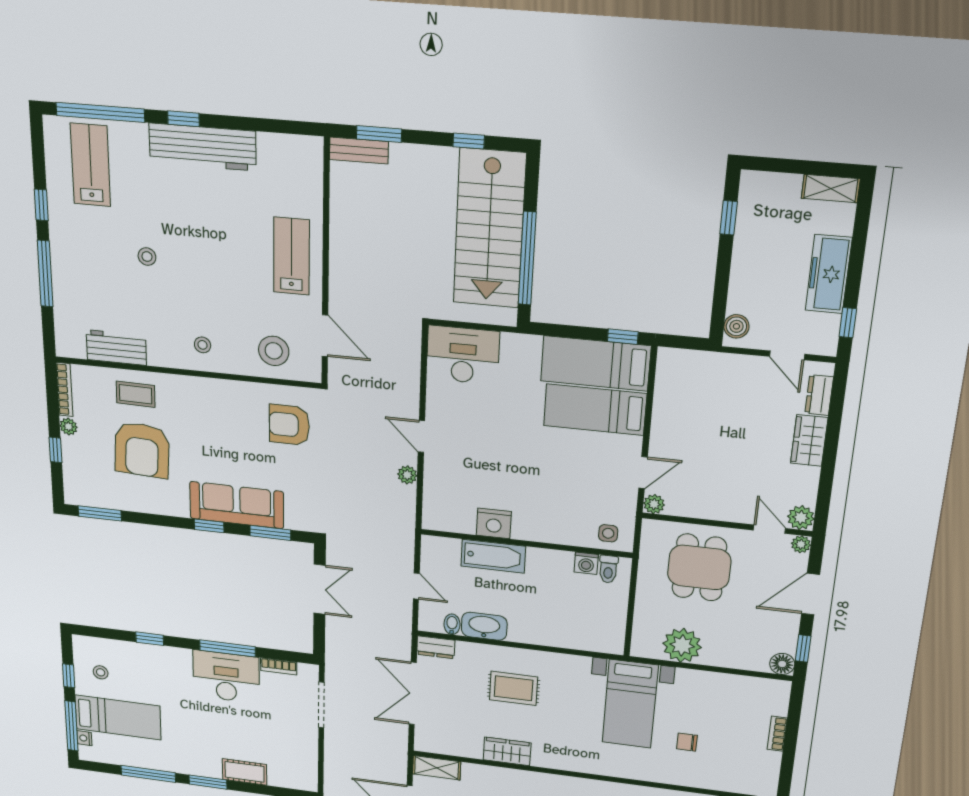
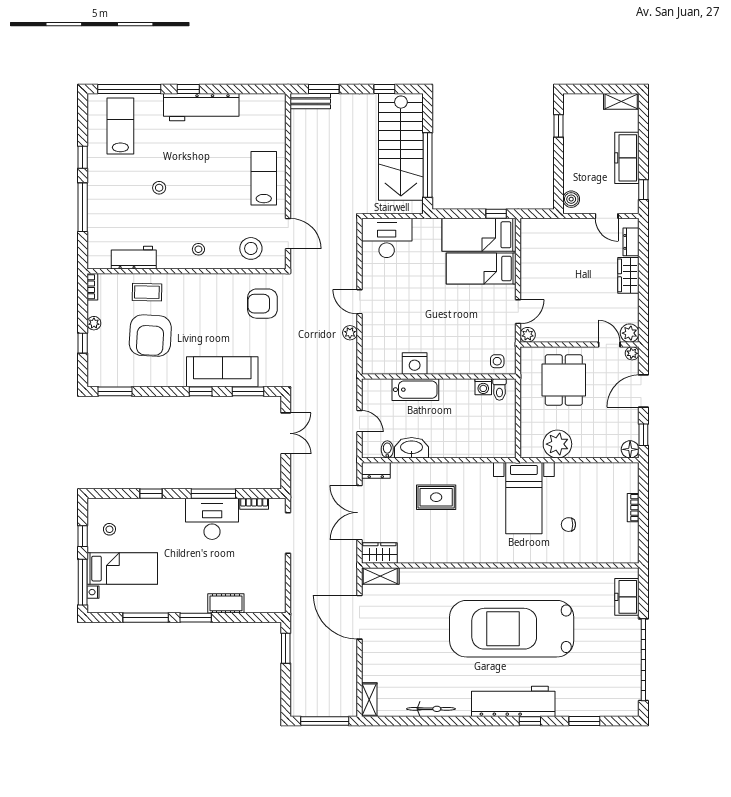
bookcase: (64, 390) -> (92, 287), width x0.64
wardrobe: (507, 751) -> (379, 553), moved

